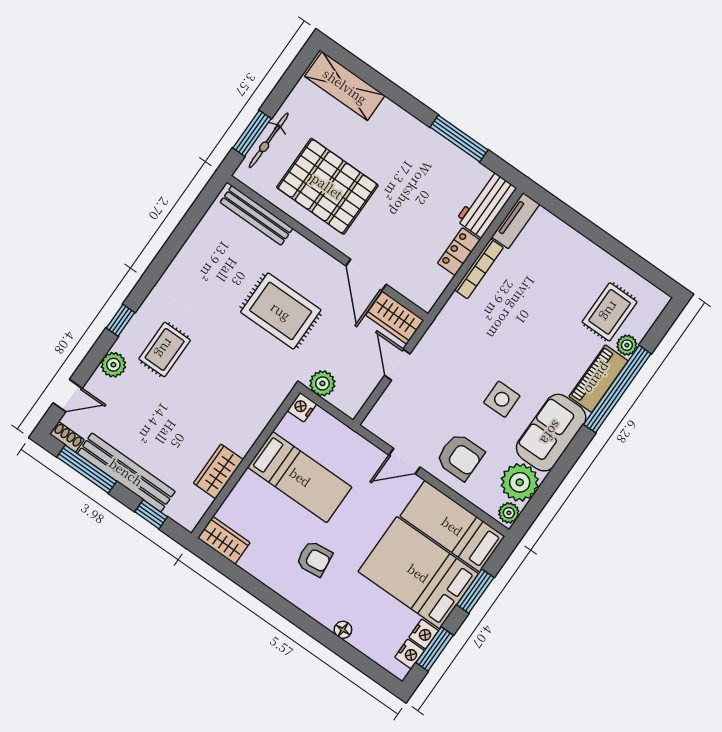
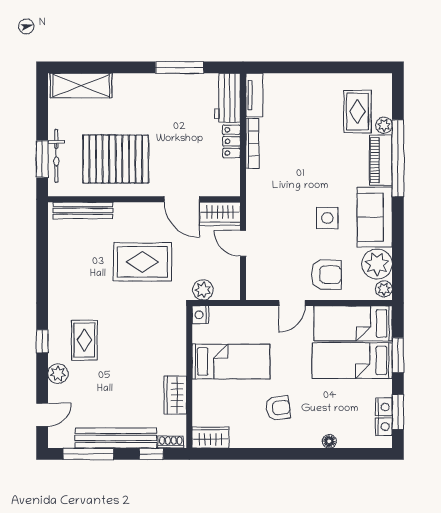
shoe rack: (67, 437) -> (171, 442), moved
bed: (418, 573) -> (352, 361), width x0.67

